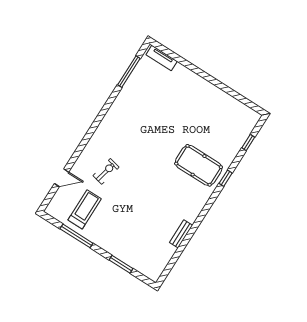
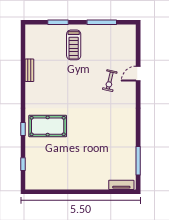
door: (61, 178) -> (138, 74), moved
treadmill: (85, 209) -> (74, 45), moved

